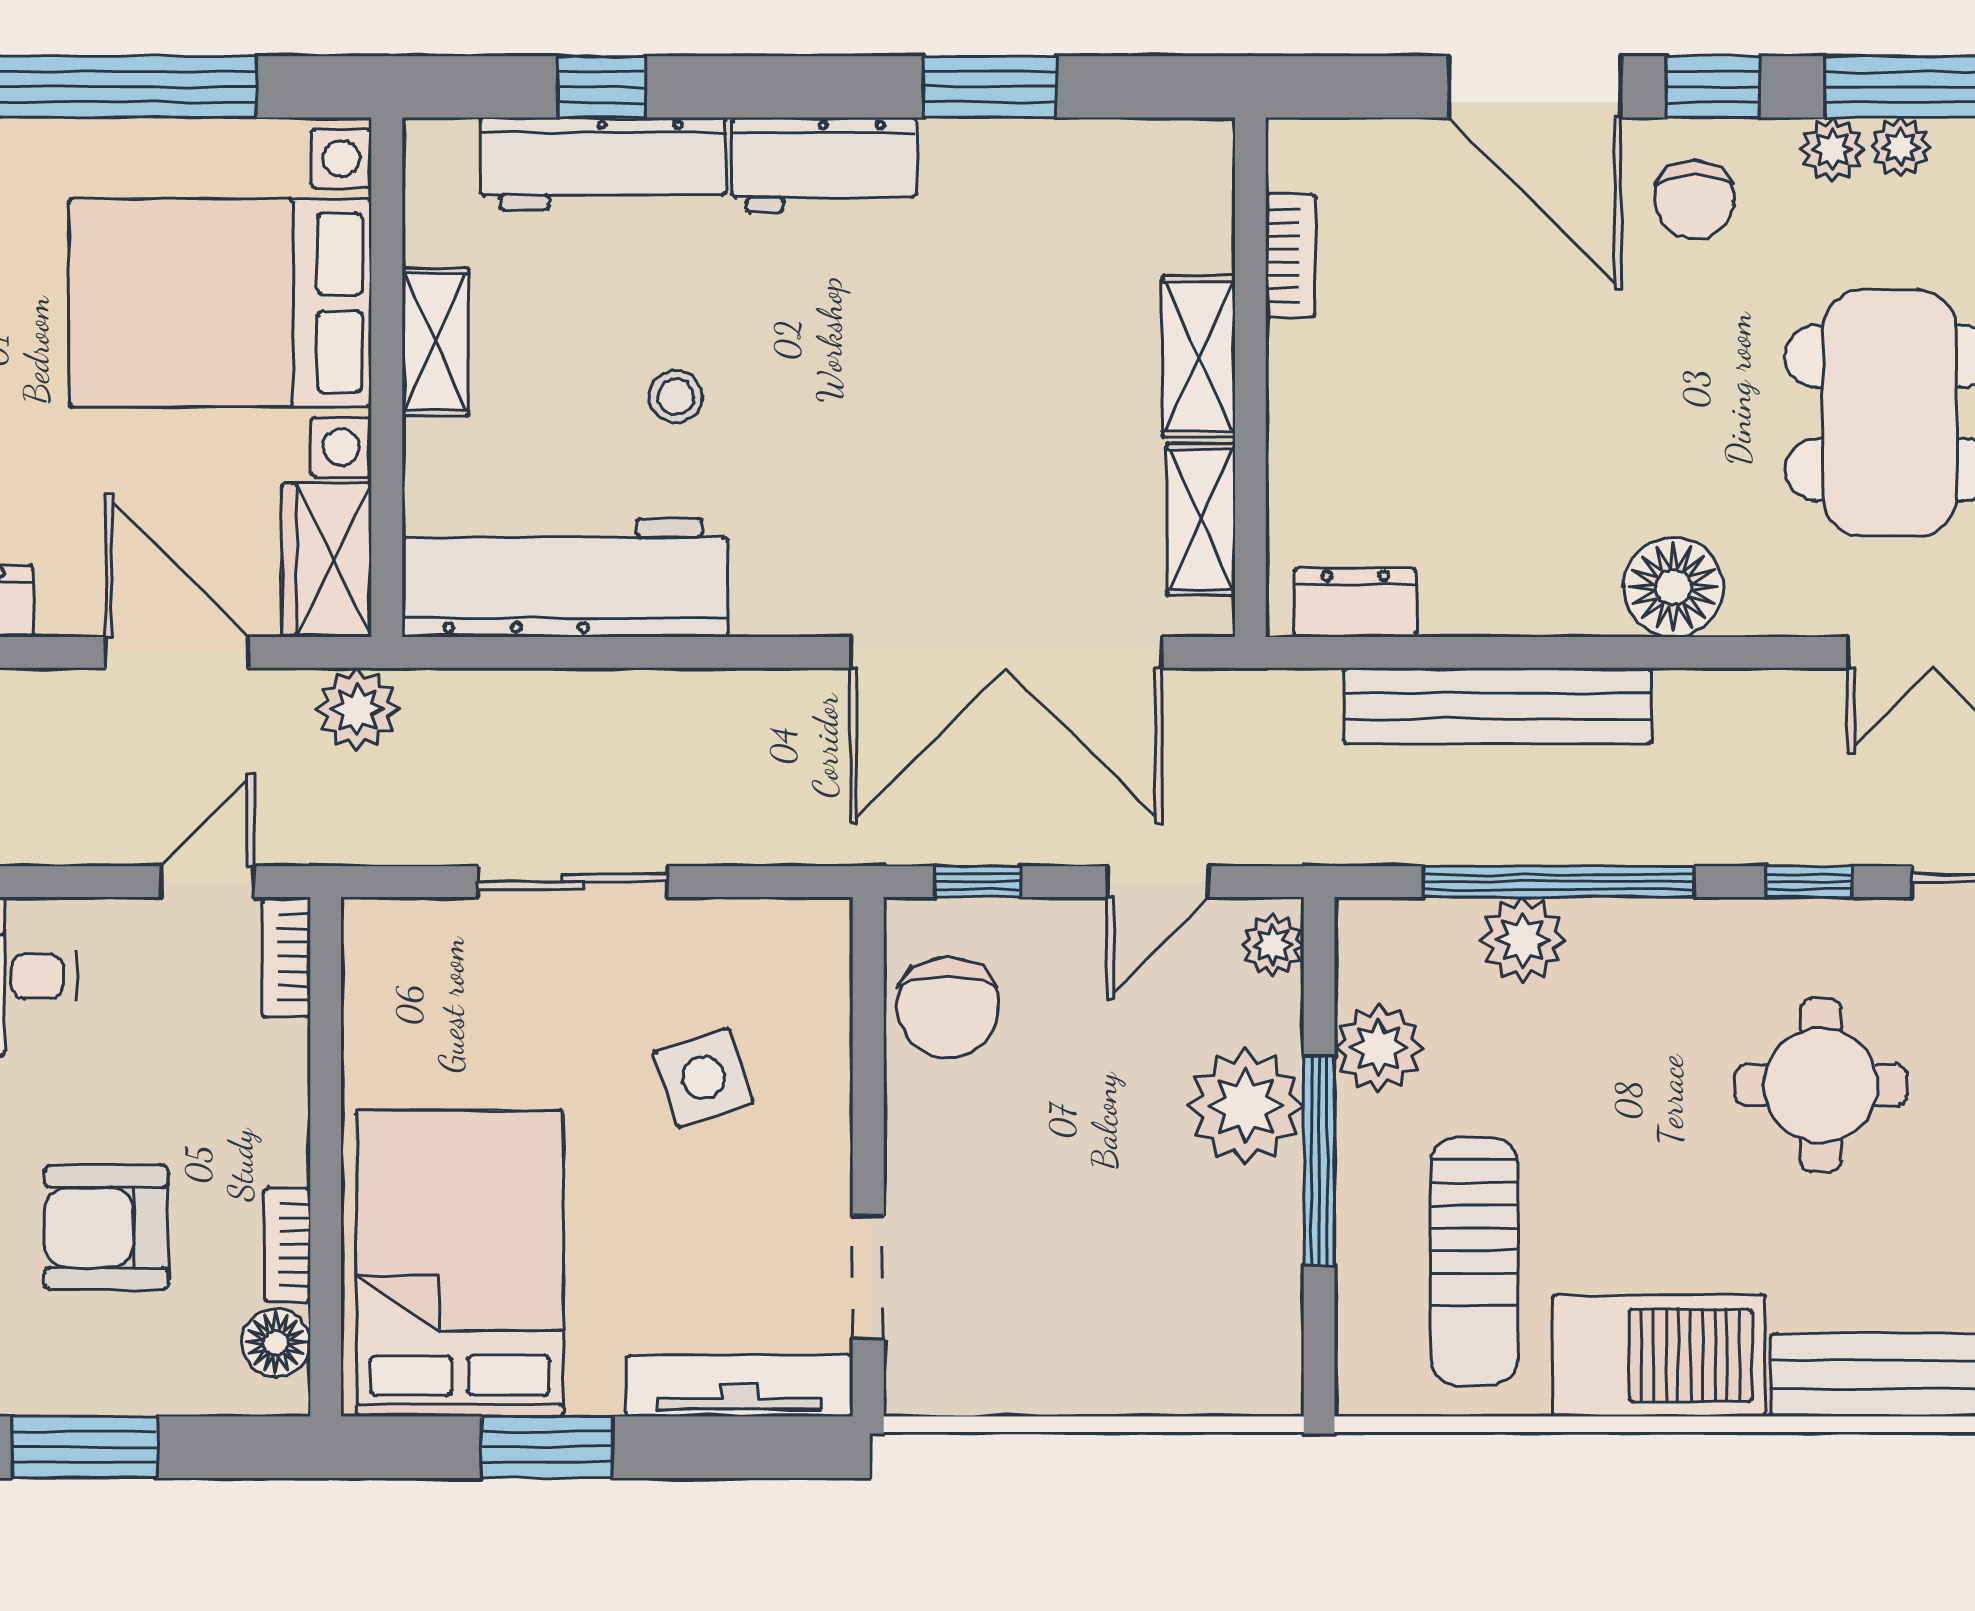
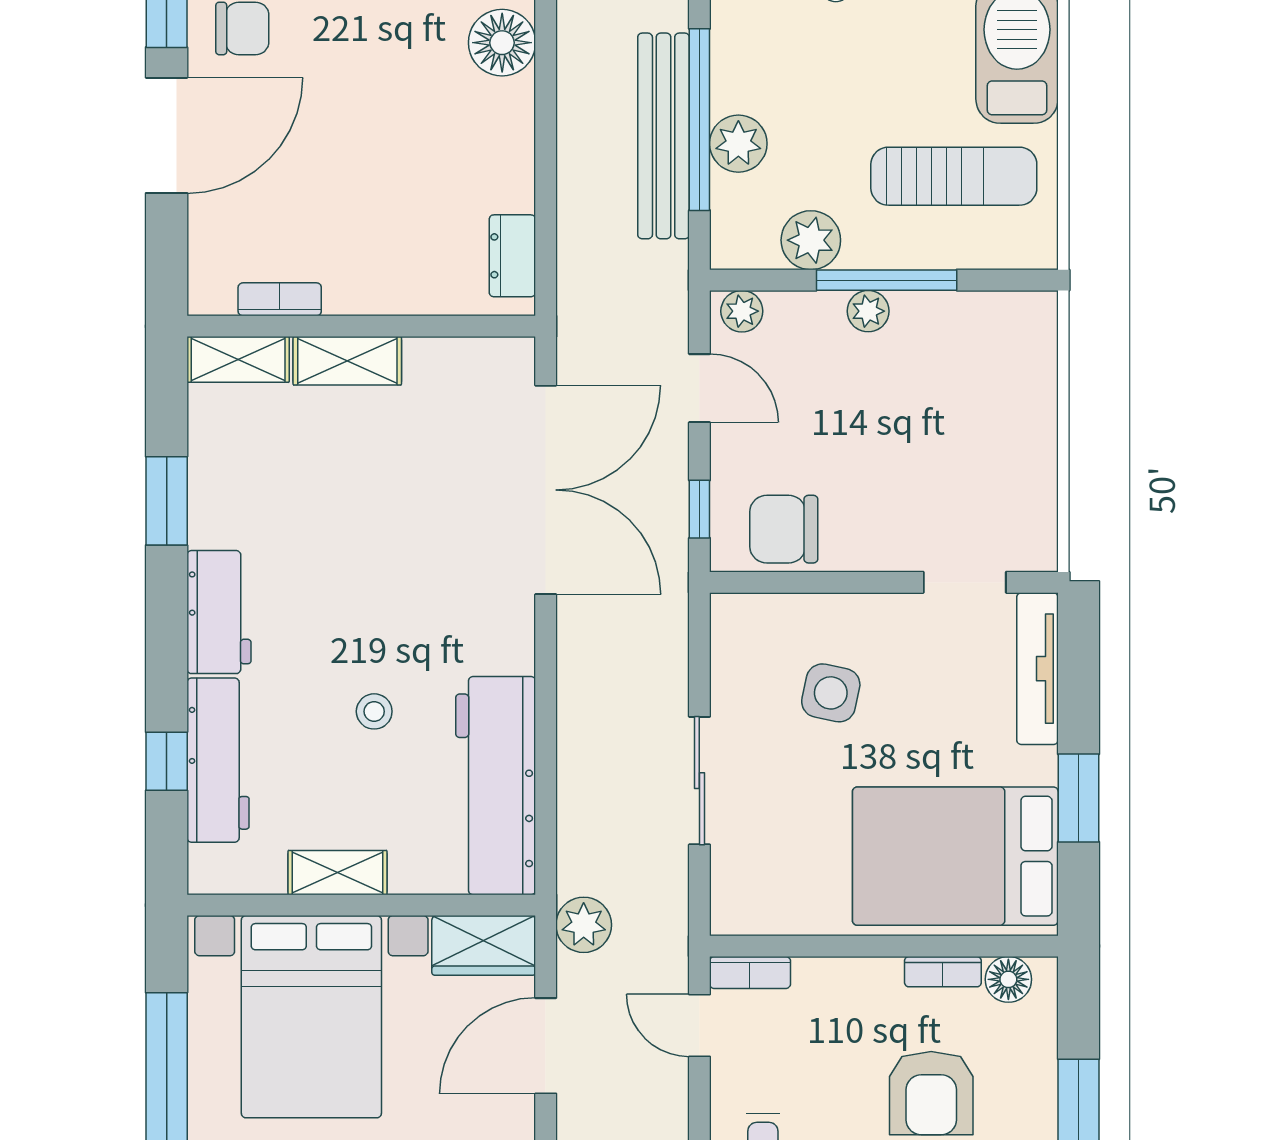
shelving: (1201, 519) -> (238, 359), moved
bench: (1498, 706) -> (664, 136), moved
chair: (948, 1008) -> (784, 529), turned 180
side table: (703, 1078) -> (831, 693), turned 31
plant: (1246, 1106) -> (868, 311), width x0.53, depth x0.53

